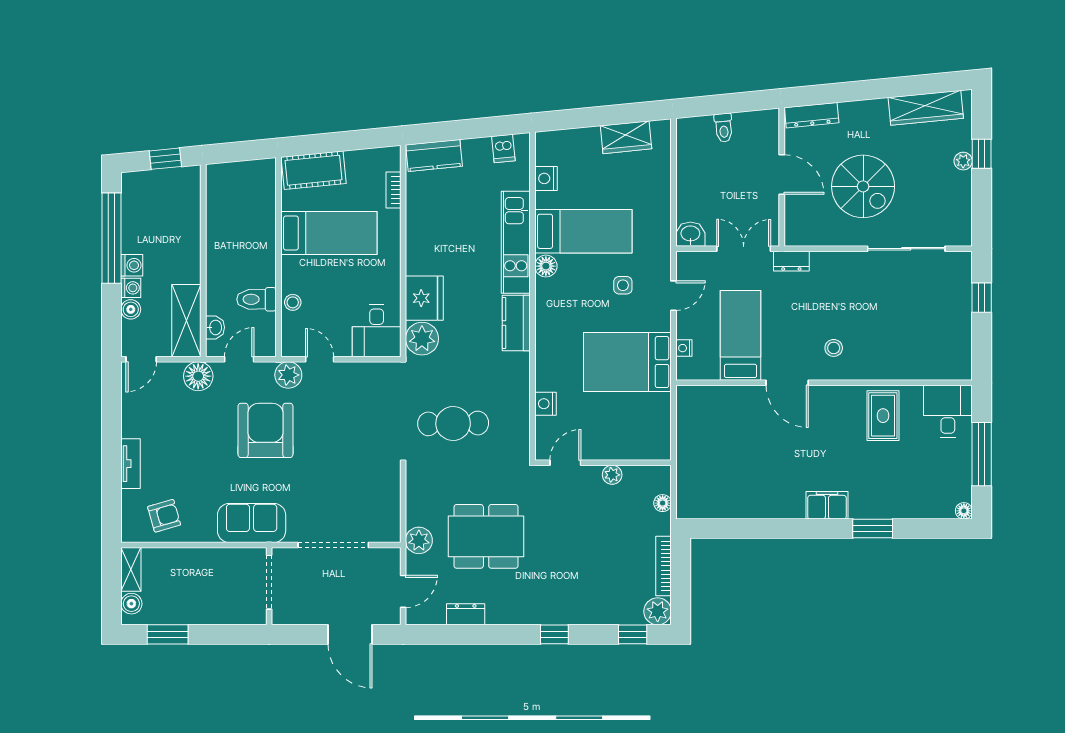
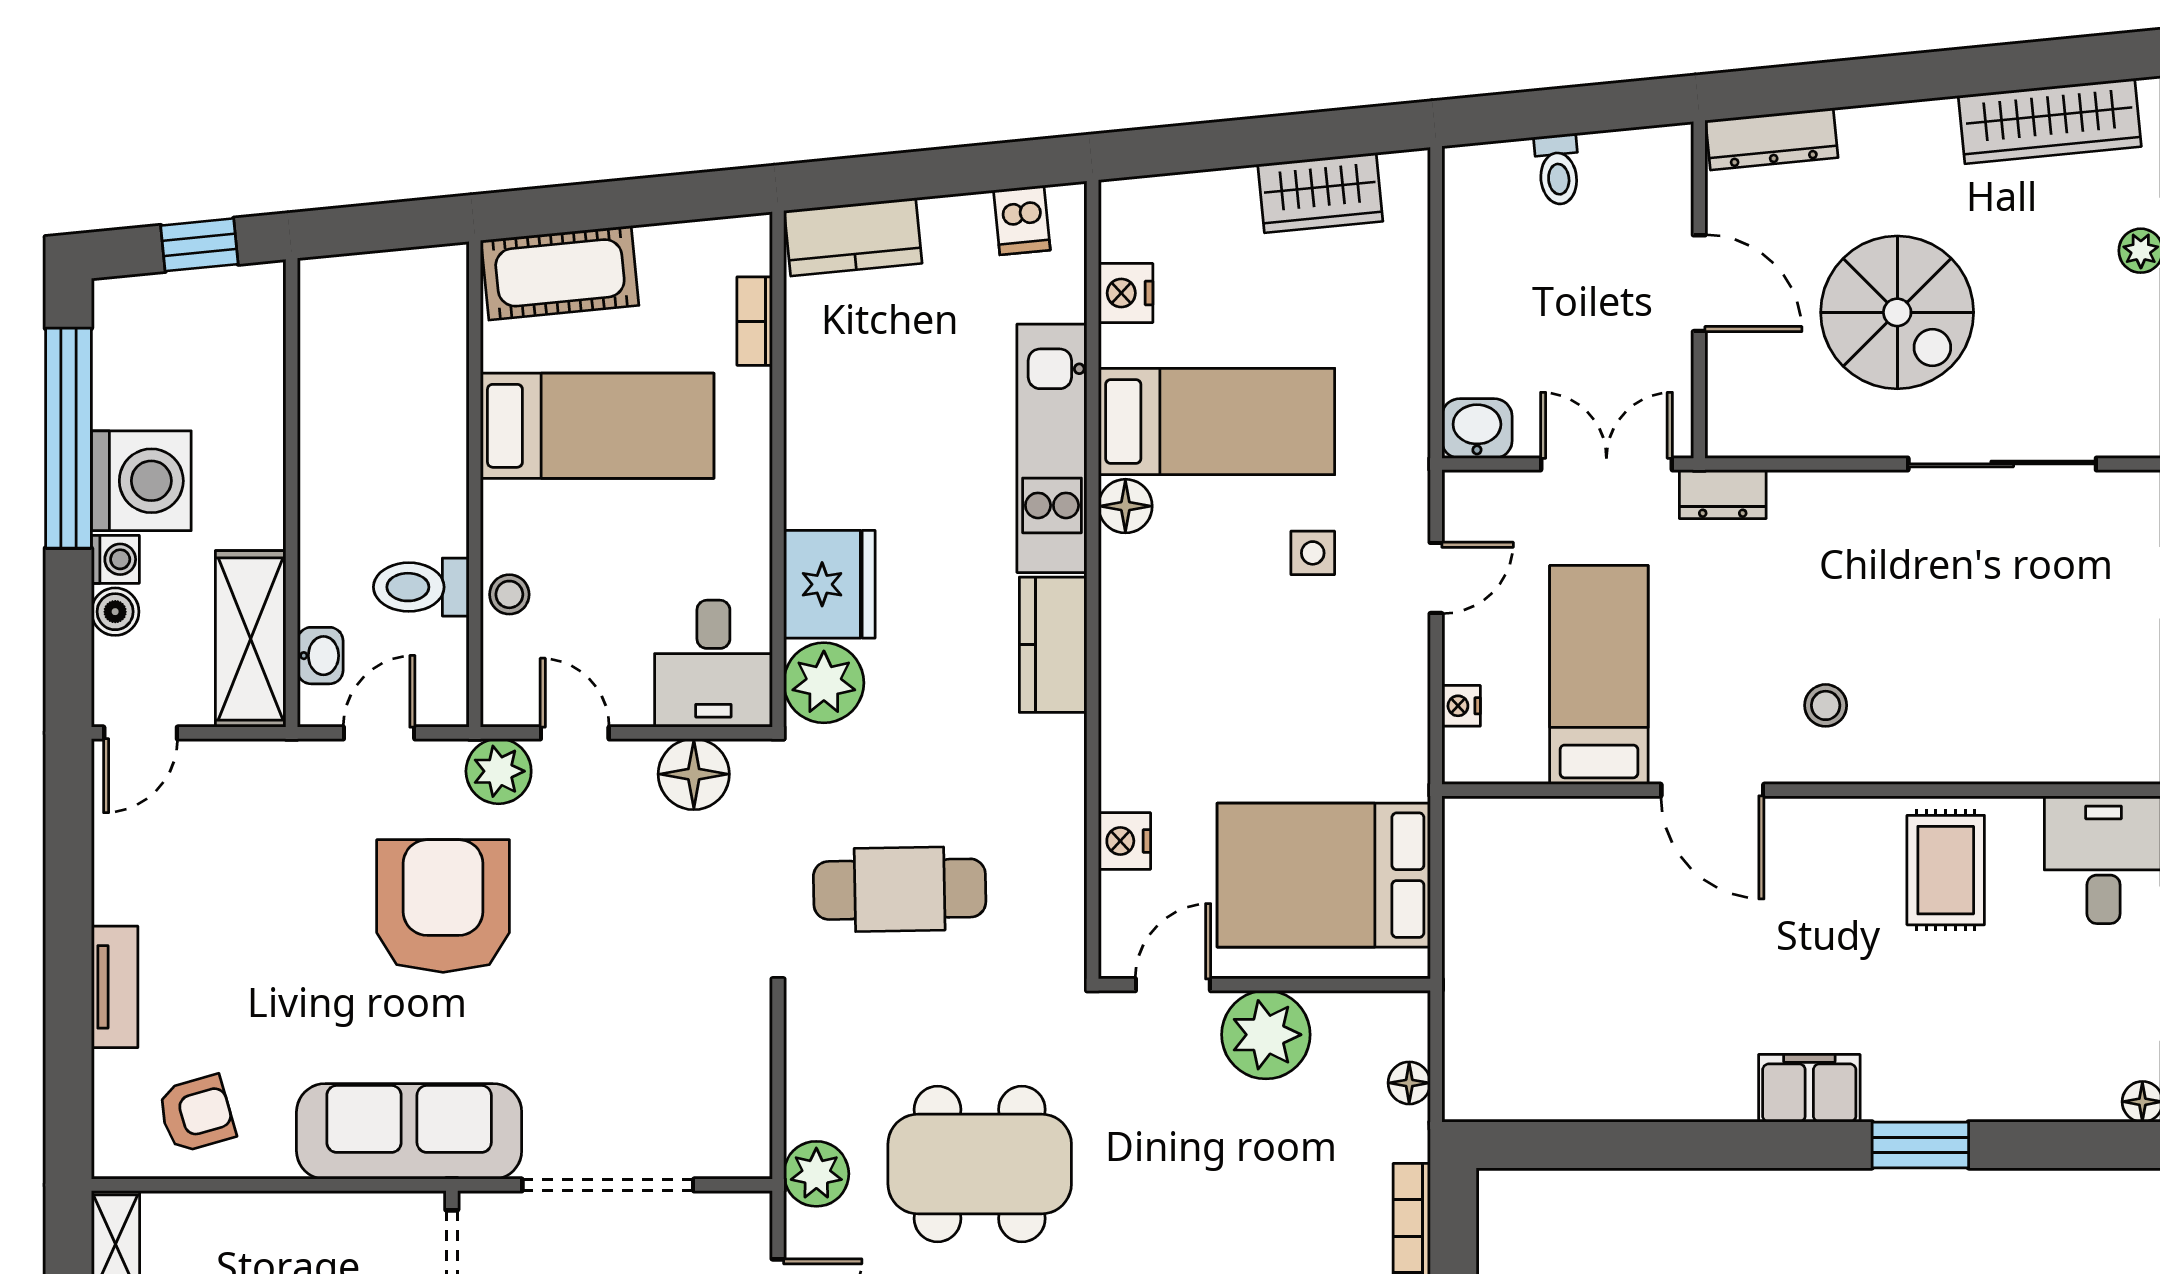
washing machine: (132, 265) -> (141, 481), width x1.89, depth x1.89
bed: (627, 362) -> (1324, 875), moved
floor lamp: (198, 376) -> (694, 774), moved
plant: (612, 475) -> (1266, 1035), width x1.88, depth x1.88
sofa: (252, 523) -> (409, 1131), width x1.36

